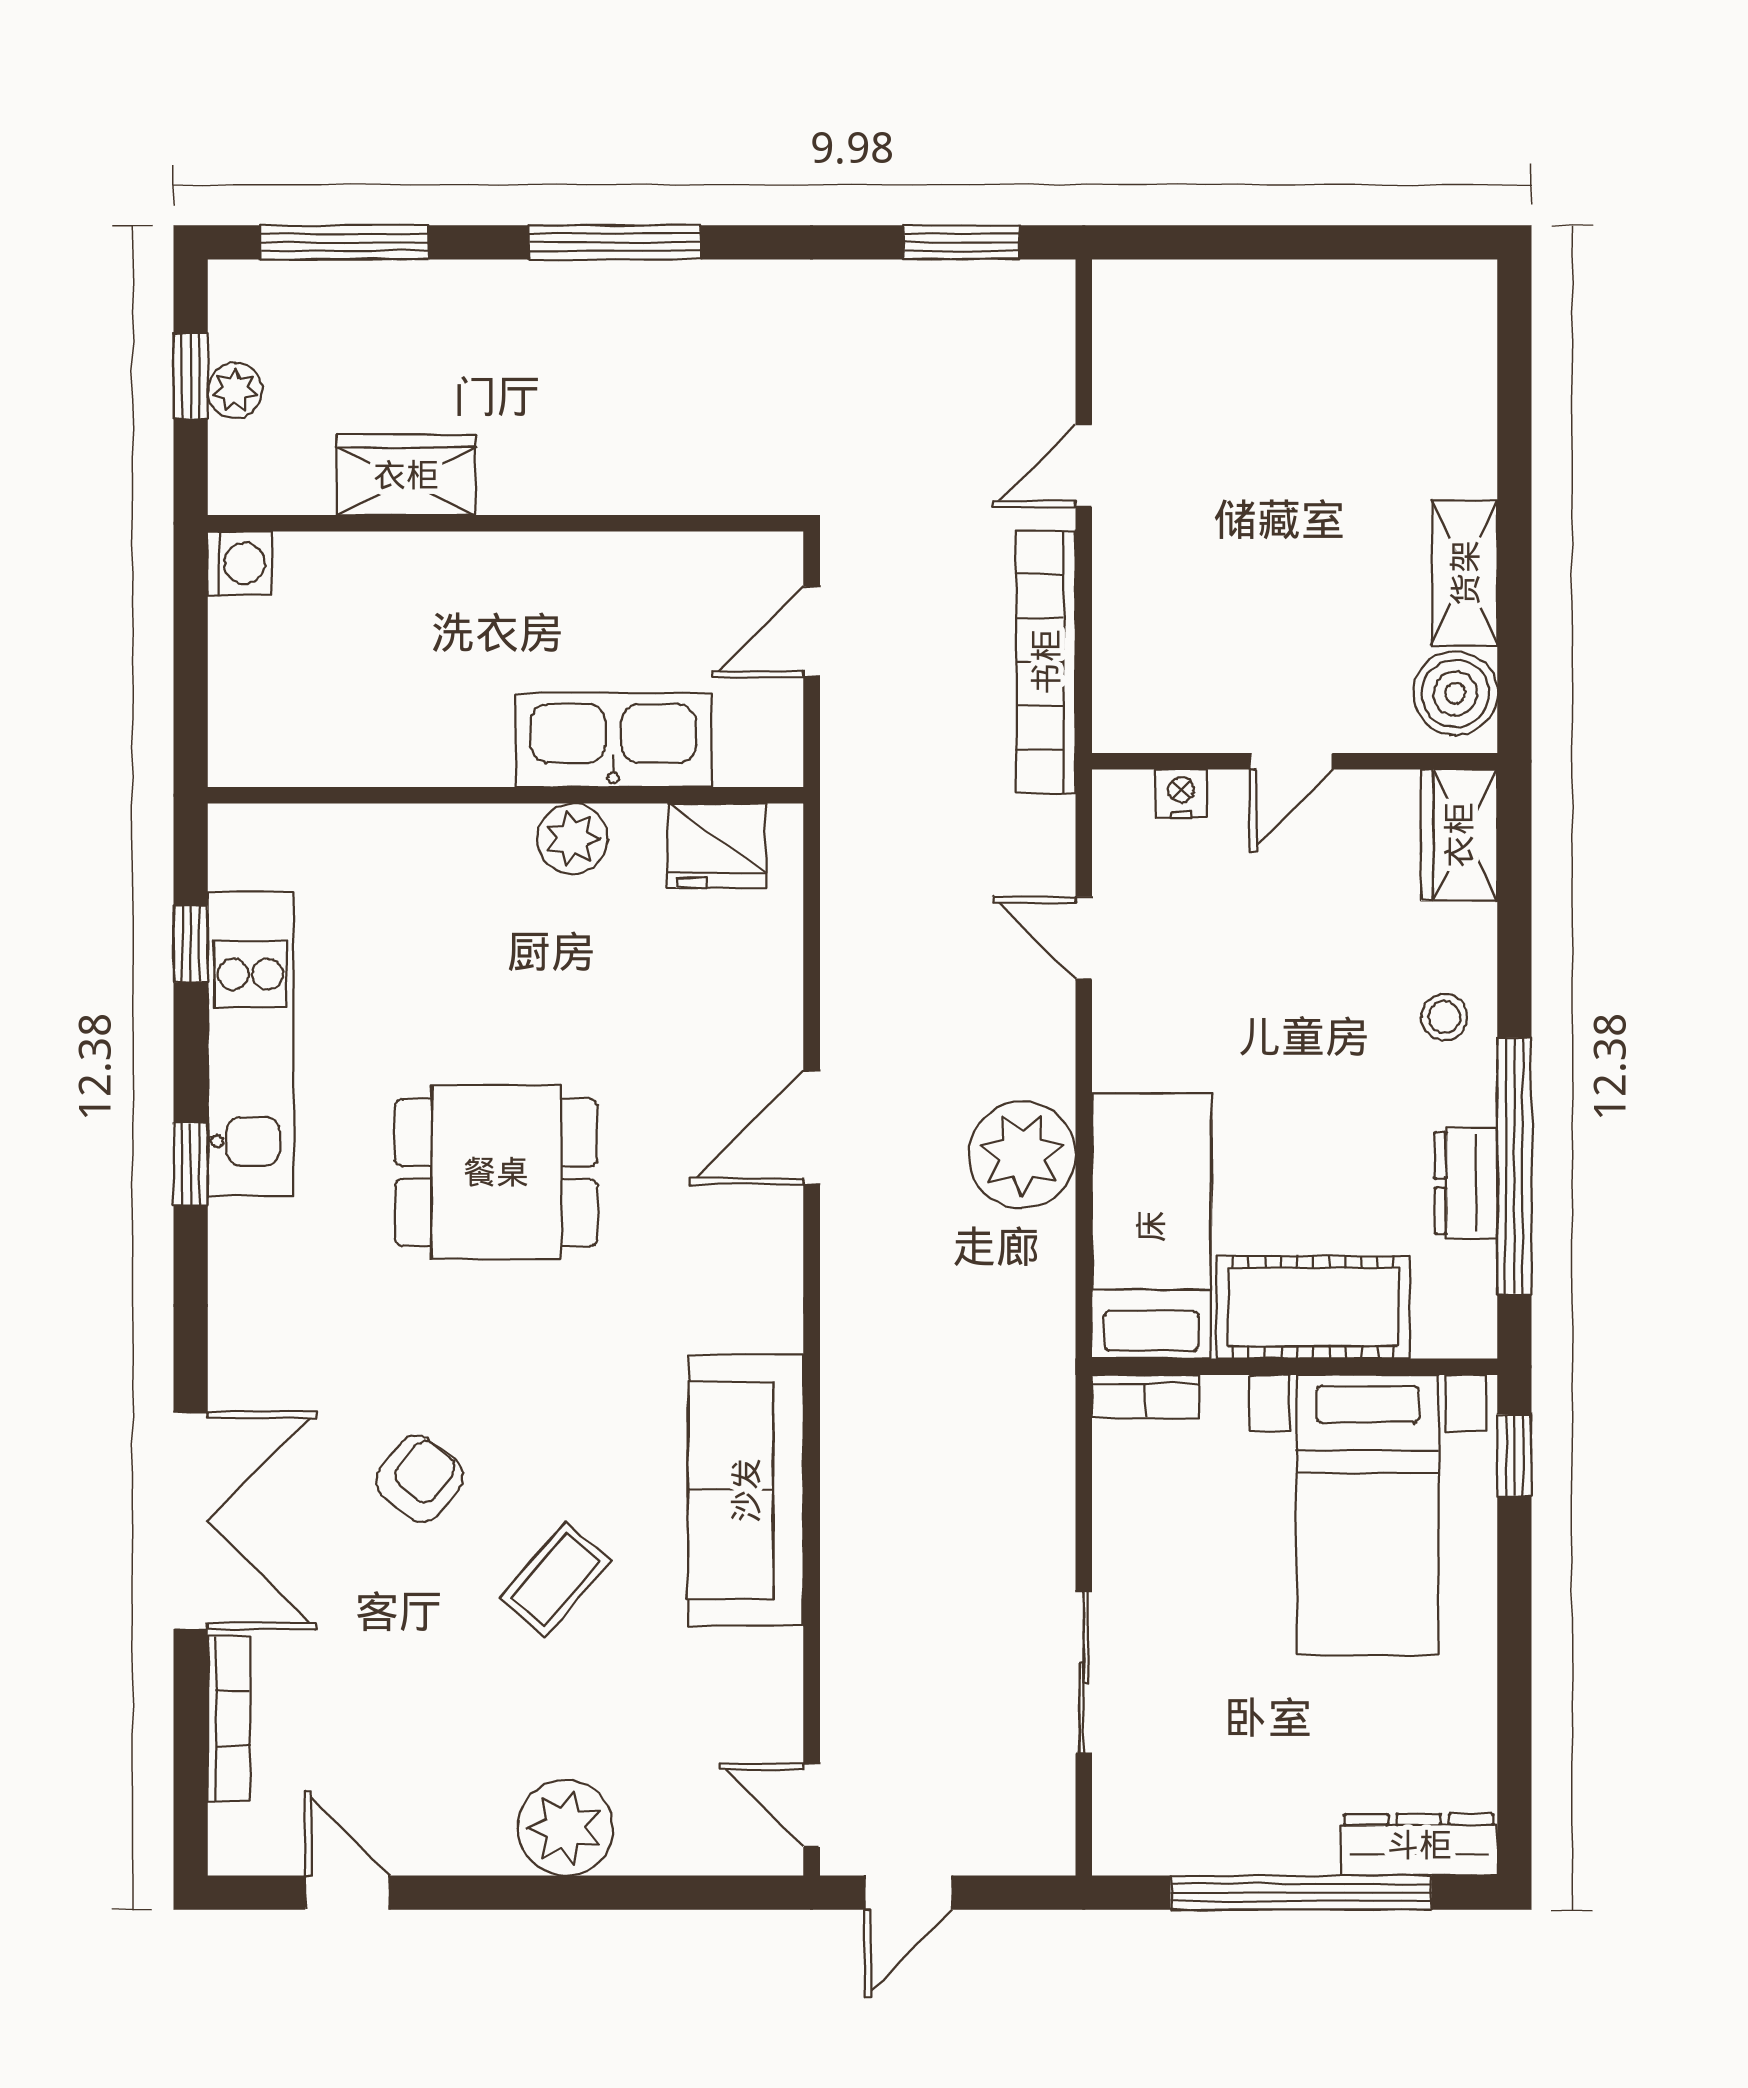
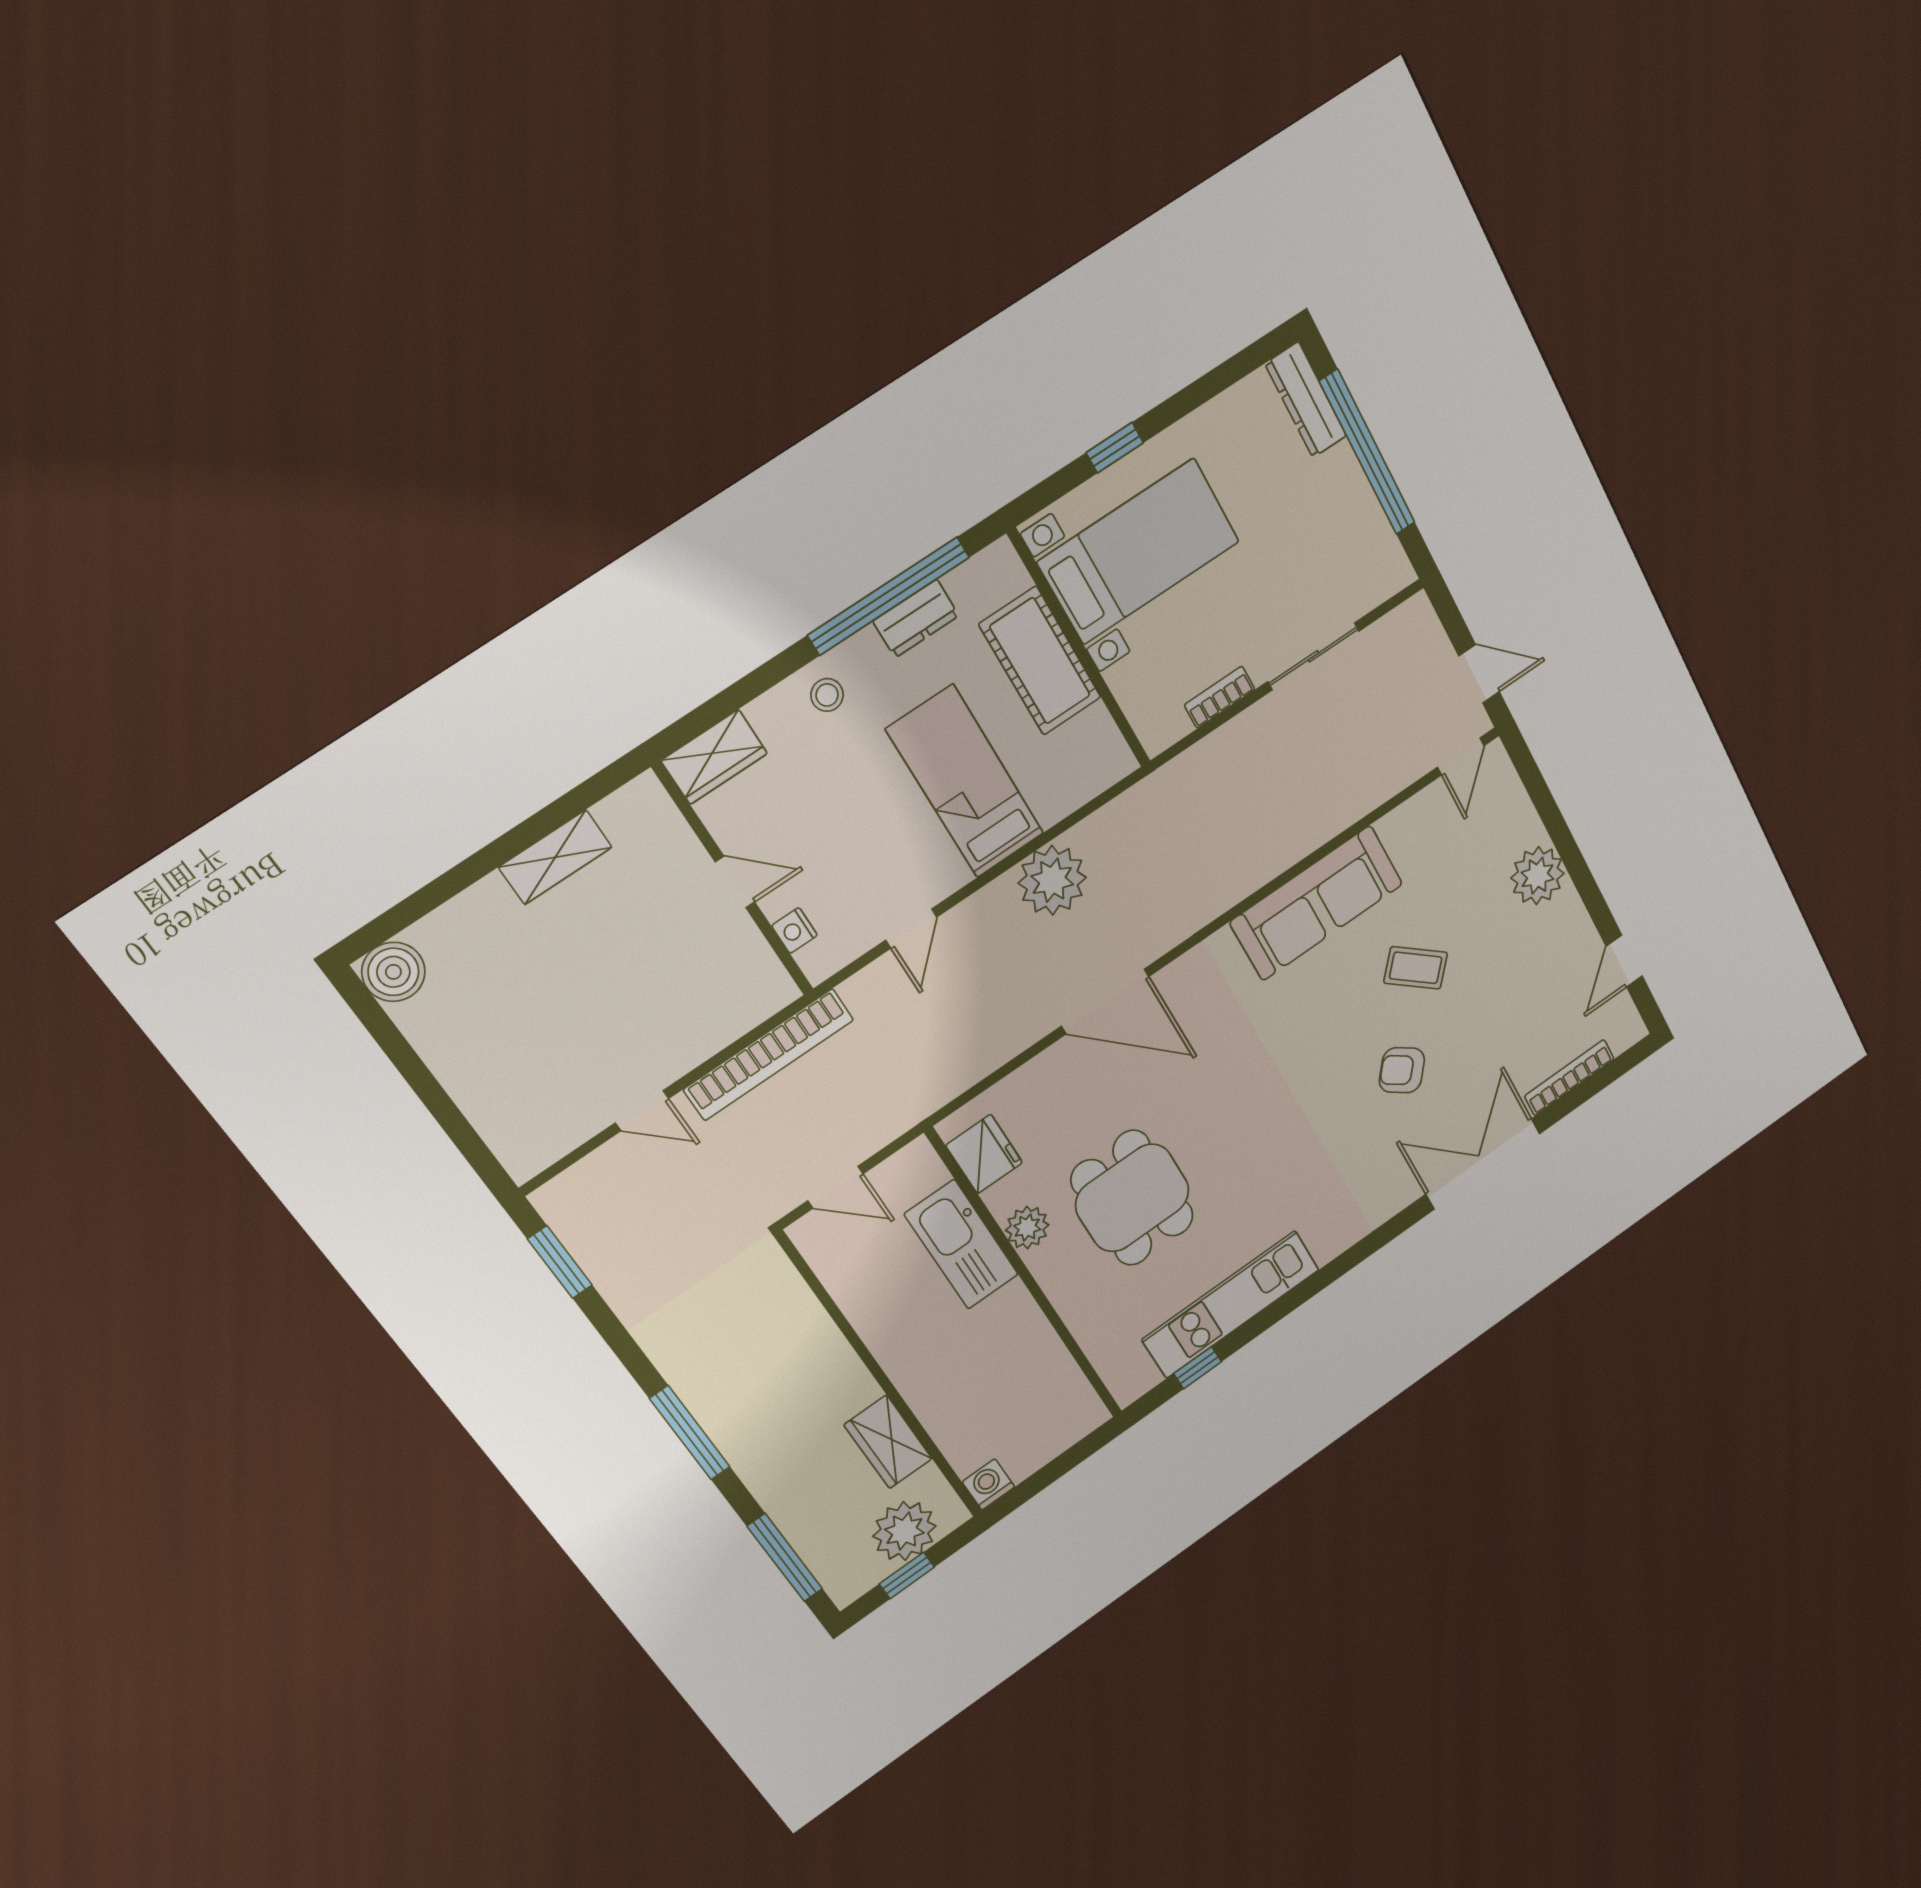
plant: (235, 390) -> (904, 1531), width x1.88, depth x1.88
boiler: (1455, 693) -> (393, 972), moved
door: (812, 1127) -> (1105, 1001), width x1.36
window: (191, 1164) -> (1308, 1289), removed
dining table: (496, 1172) -> (1132, 1198), moved
bed: (1151, 1226) -> (965, 782), moved, turned 90
bookcase: (1146, 1396) -> (1220, 697), moved, turned -90
window: (1514, 1455) -> (1115, 448), moved

